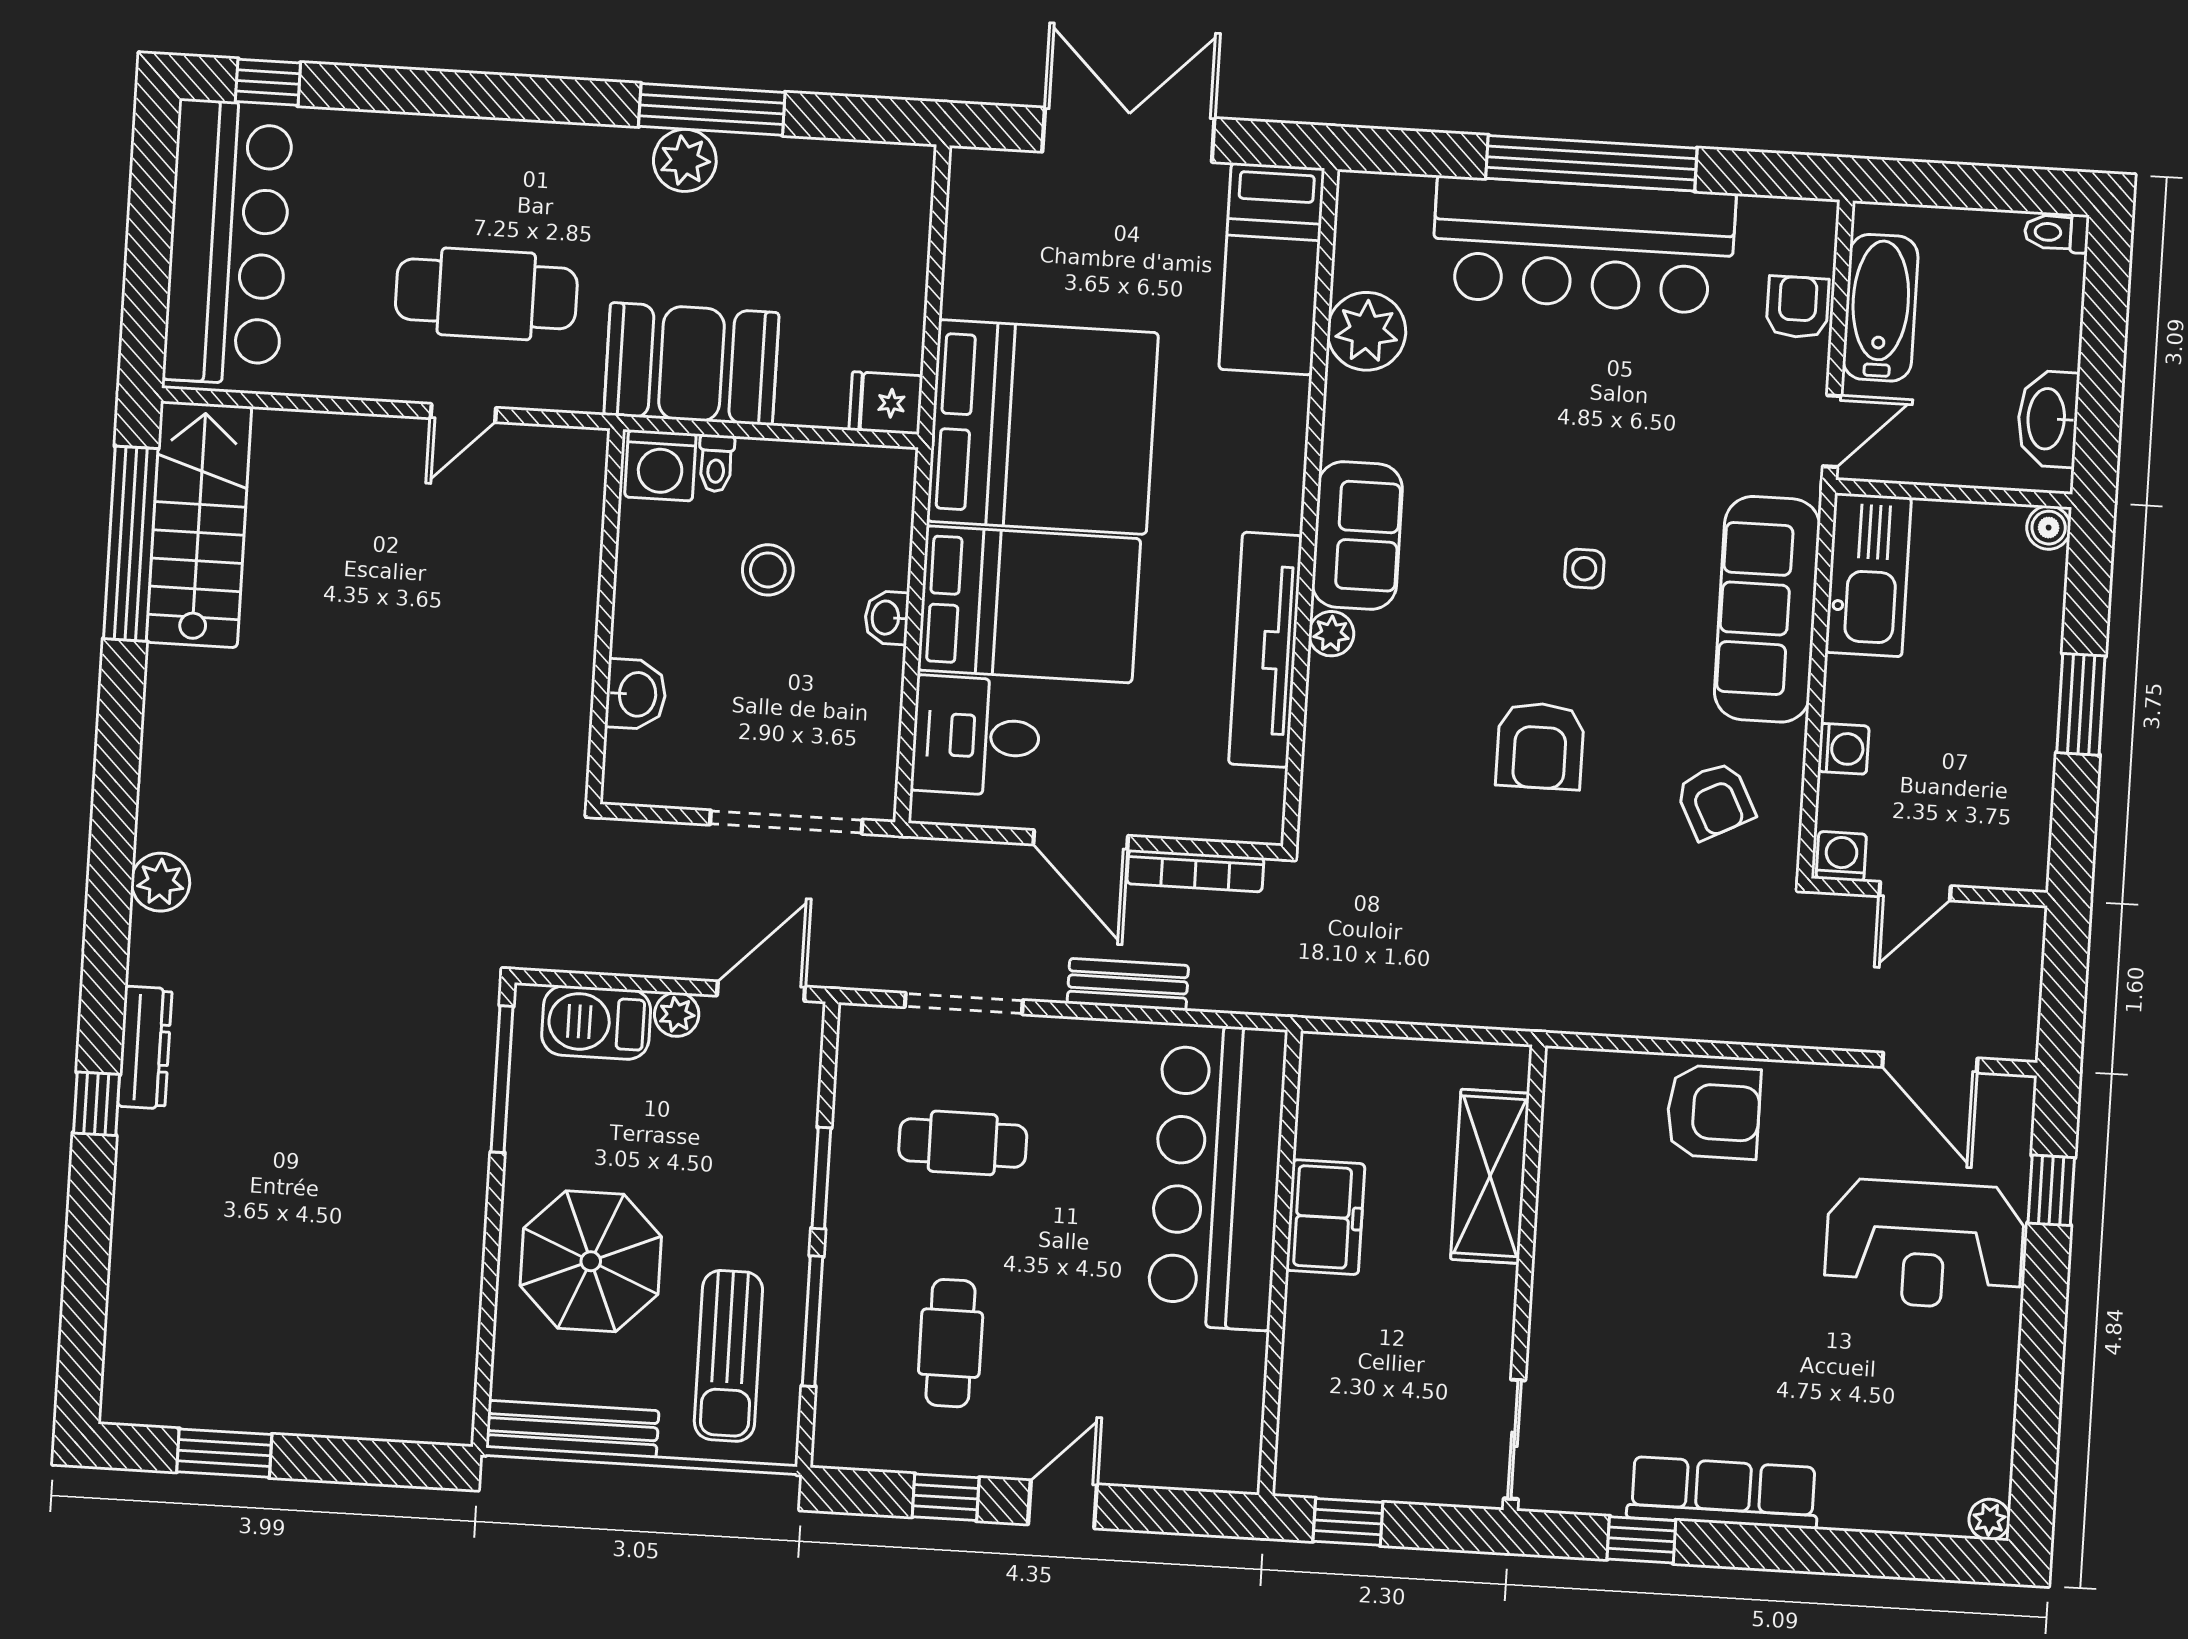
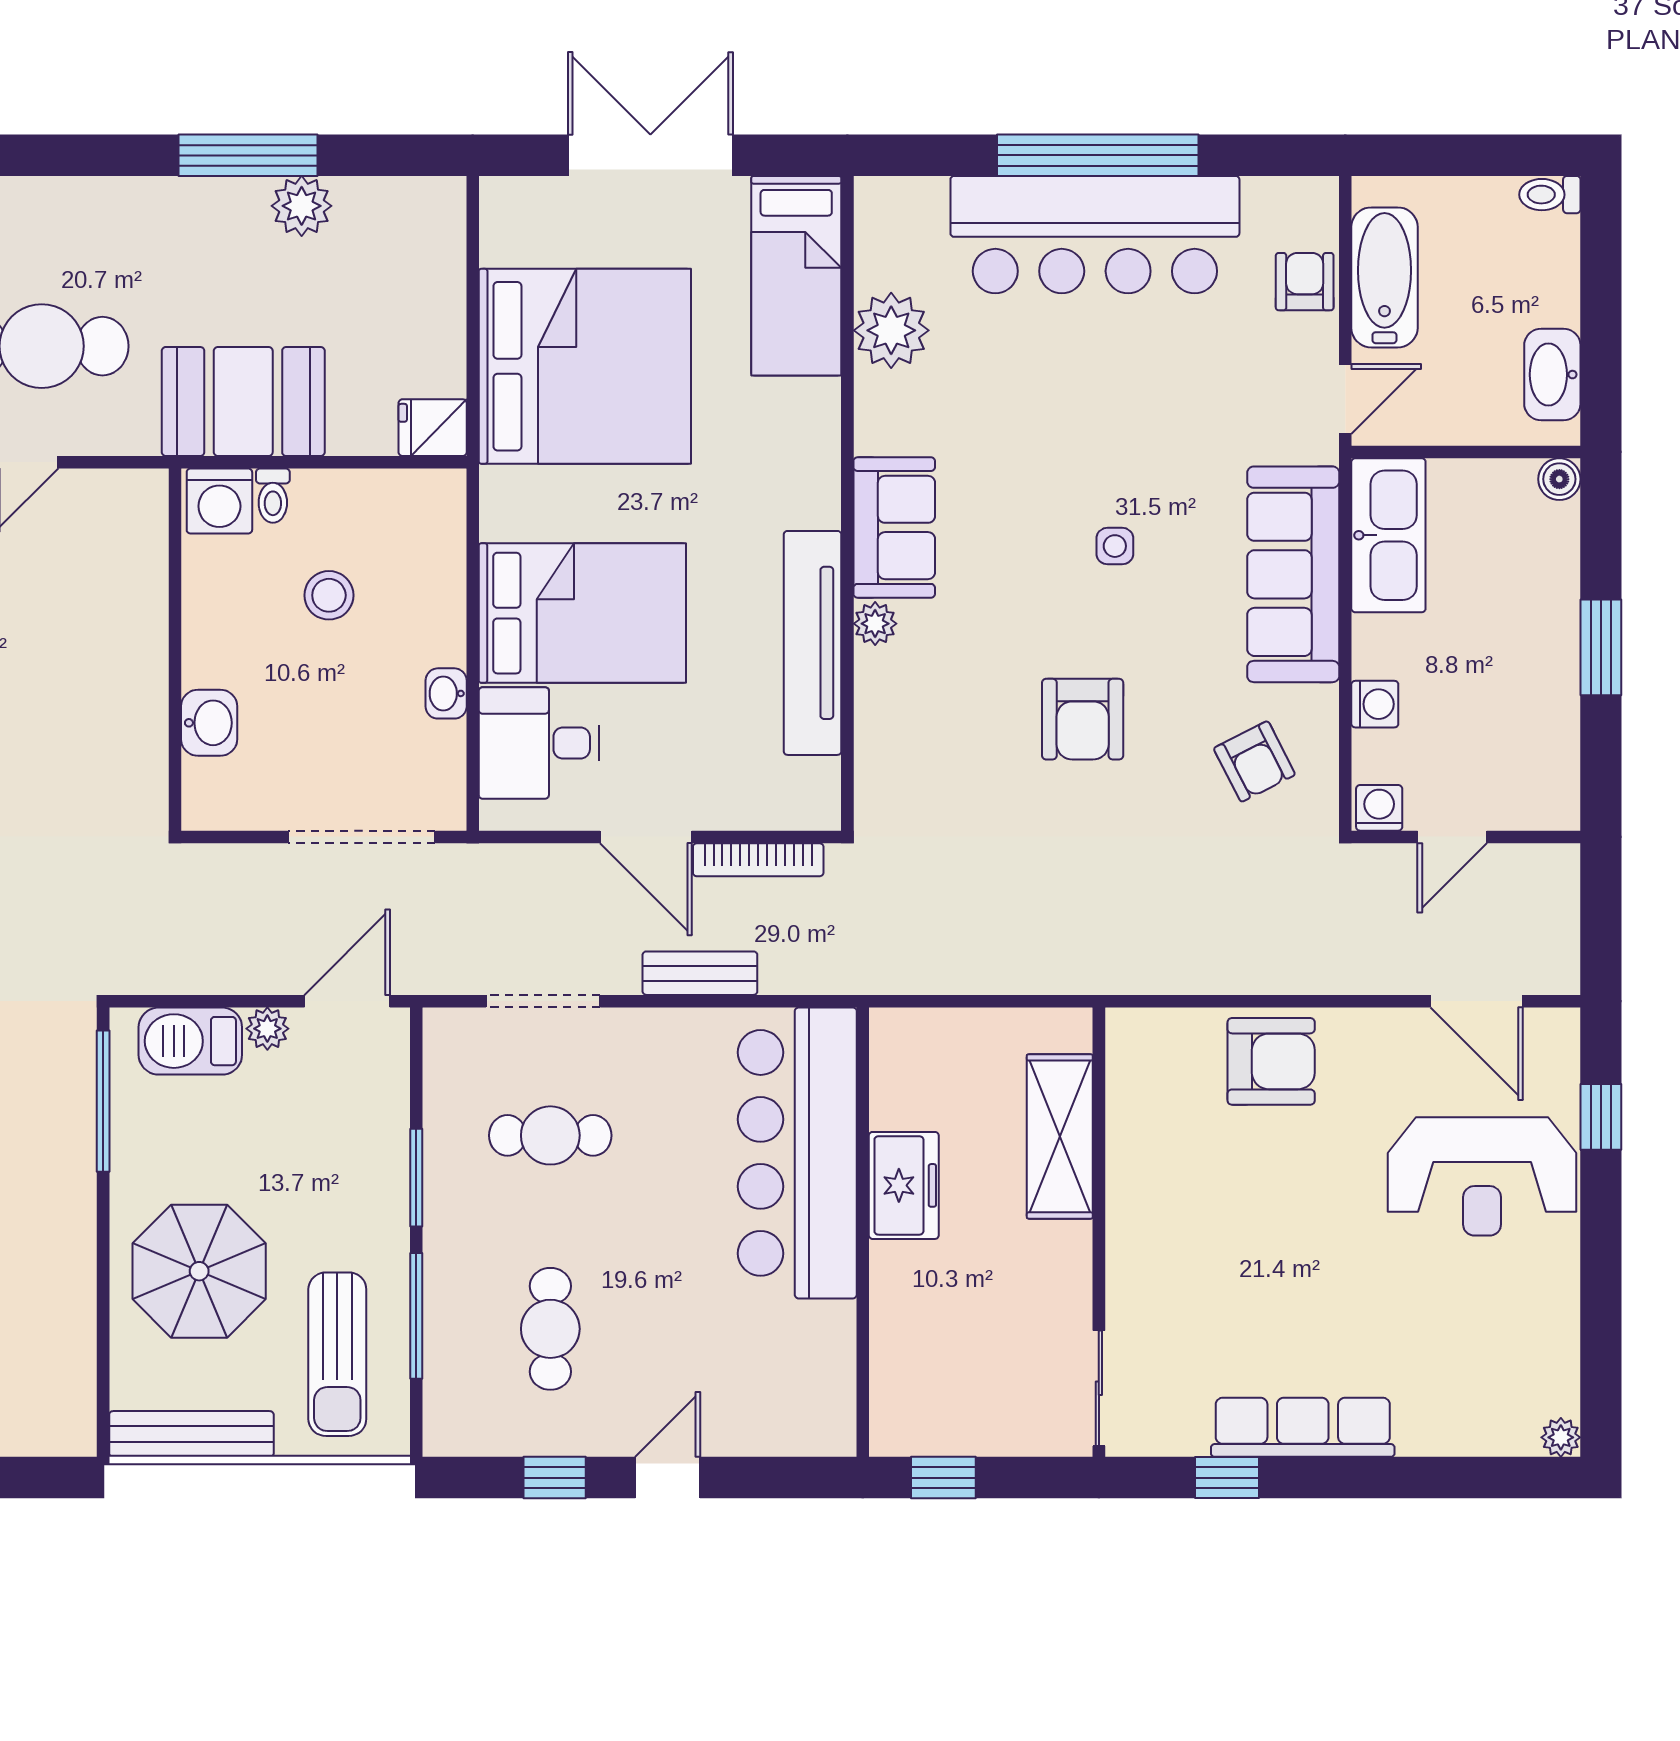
plant: (685, 160) -> (302, 206), moved
bed: (1042, 427) -> (585, 366), moved
washbasin: (887, 618) -> (446, 693), moved

